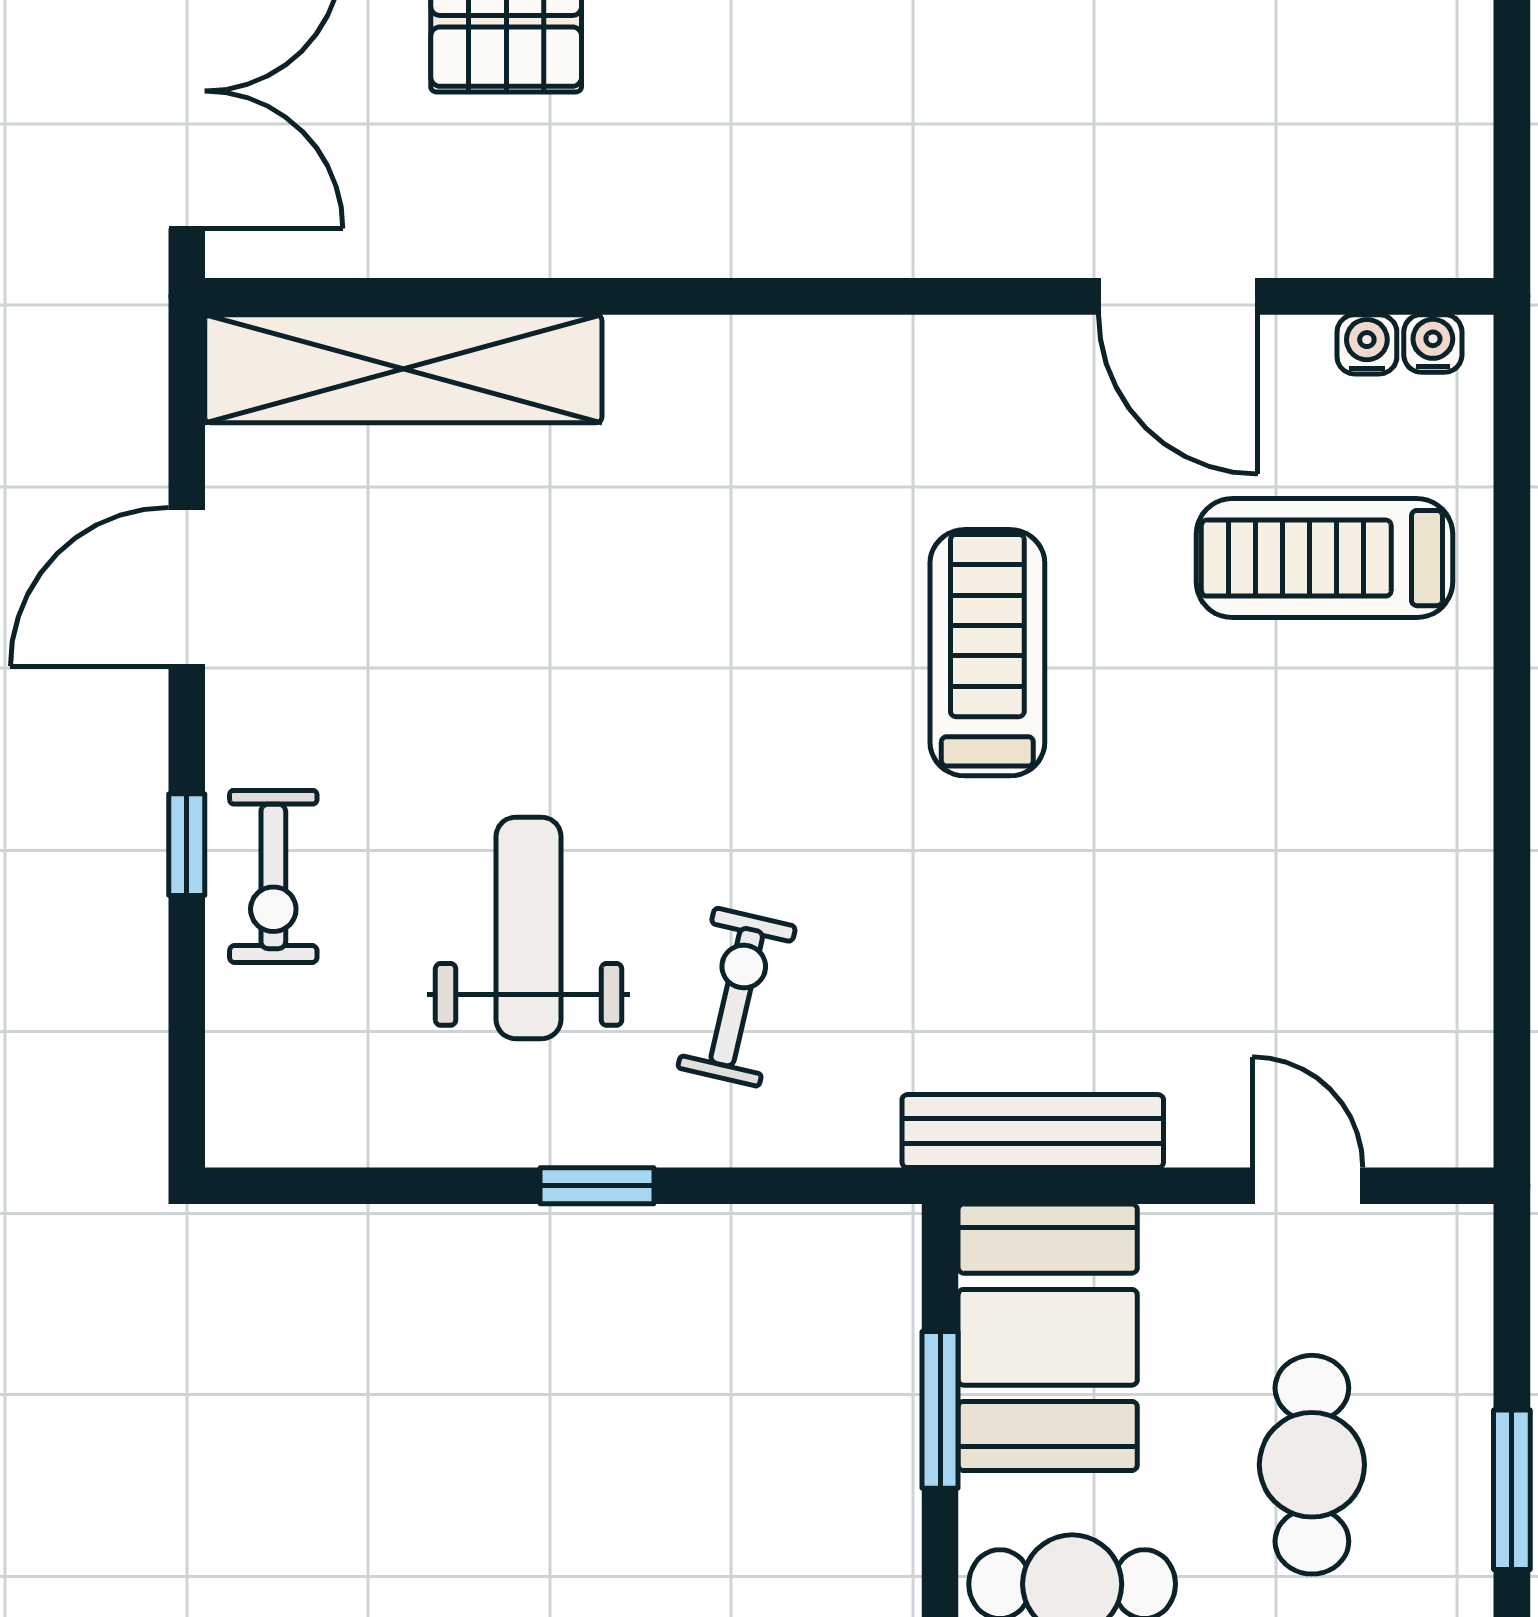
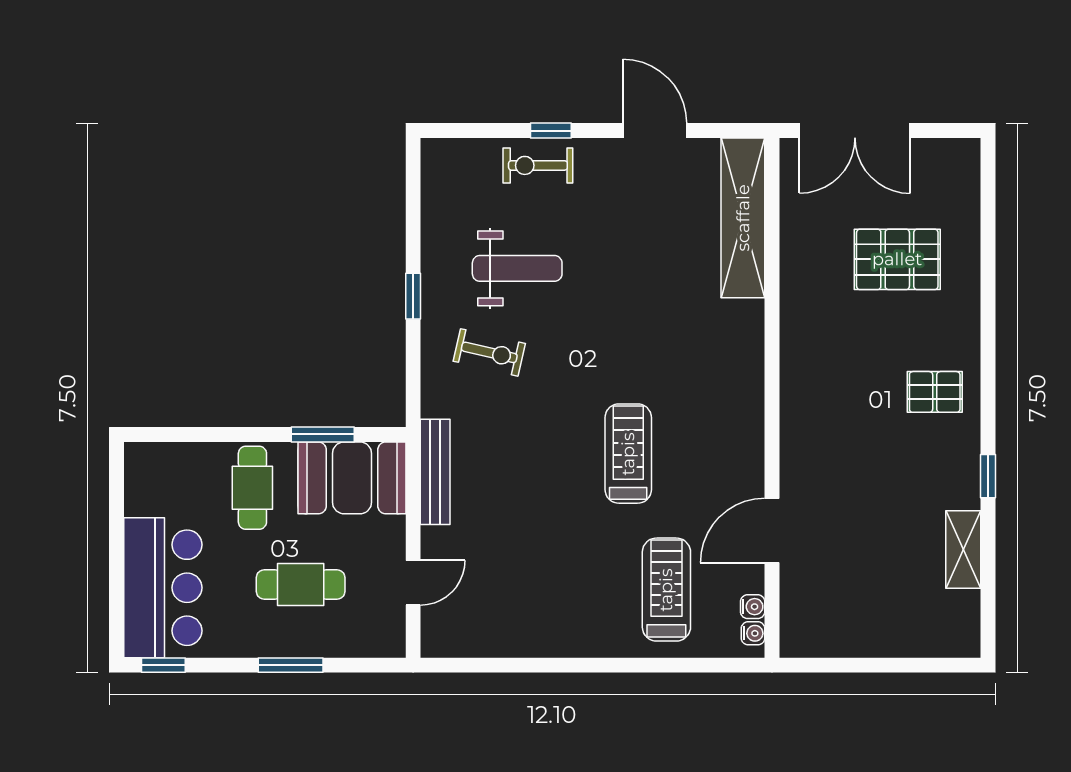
treadmill: (987, 653) -> (628, 454), turned -90

